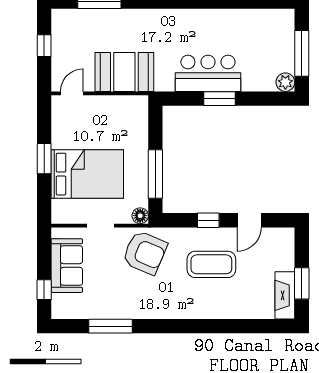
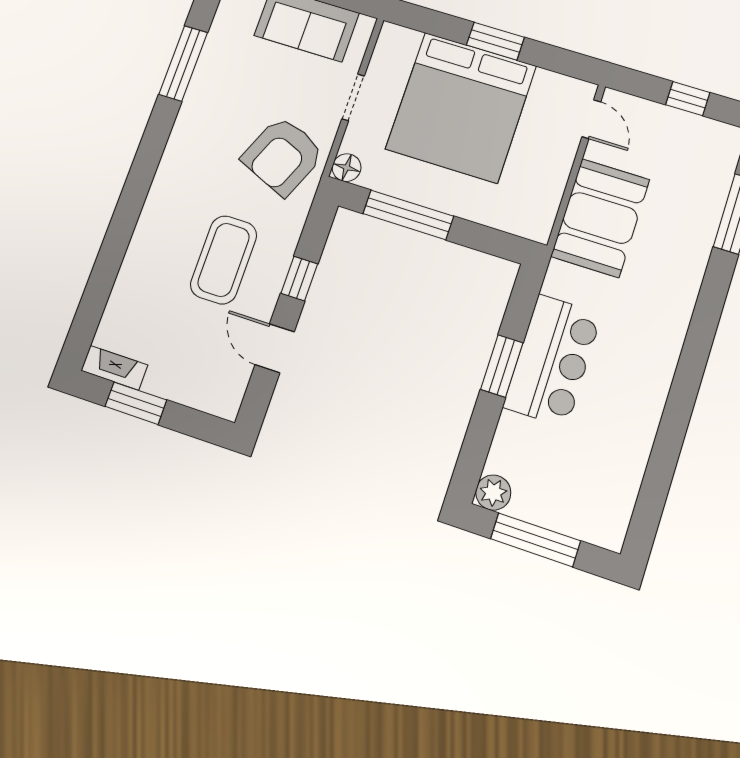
bed: (87, 174) -> (461, 107), width x1.36
fireplace: (285, 295) -> (114, 368), width x0.73, depth x0.76

